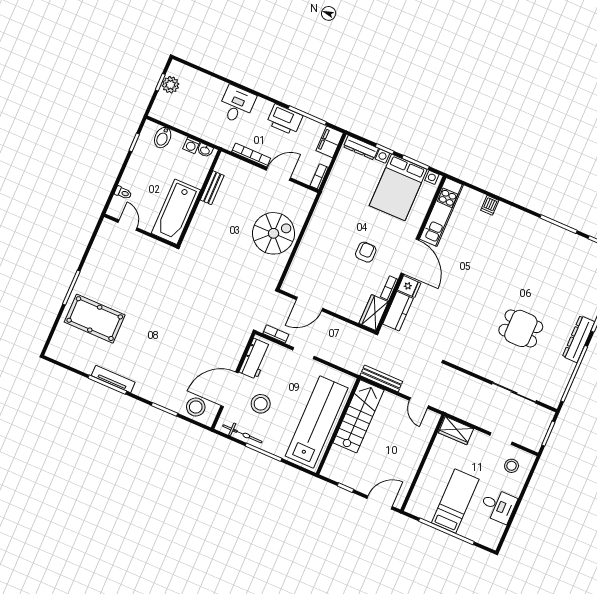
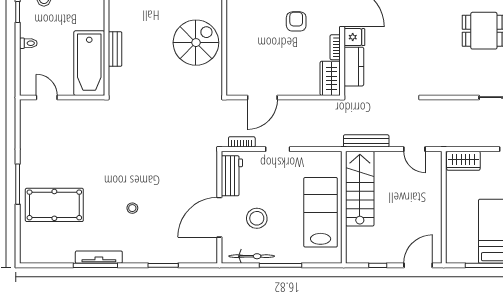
bench: (212, 188) -> (115, 49), moved
toilet: (123, 193) -> (28, 43), moved
stool: (196, 407) -> (132, 208), moved, width x0.53, depth x0.53
lab bench: (317, 422) -> (321, 212), width x0.73

